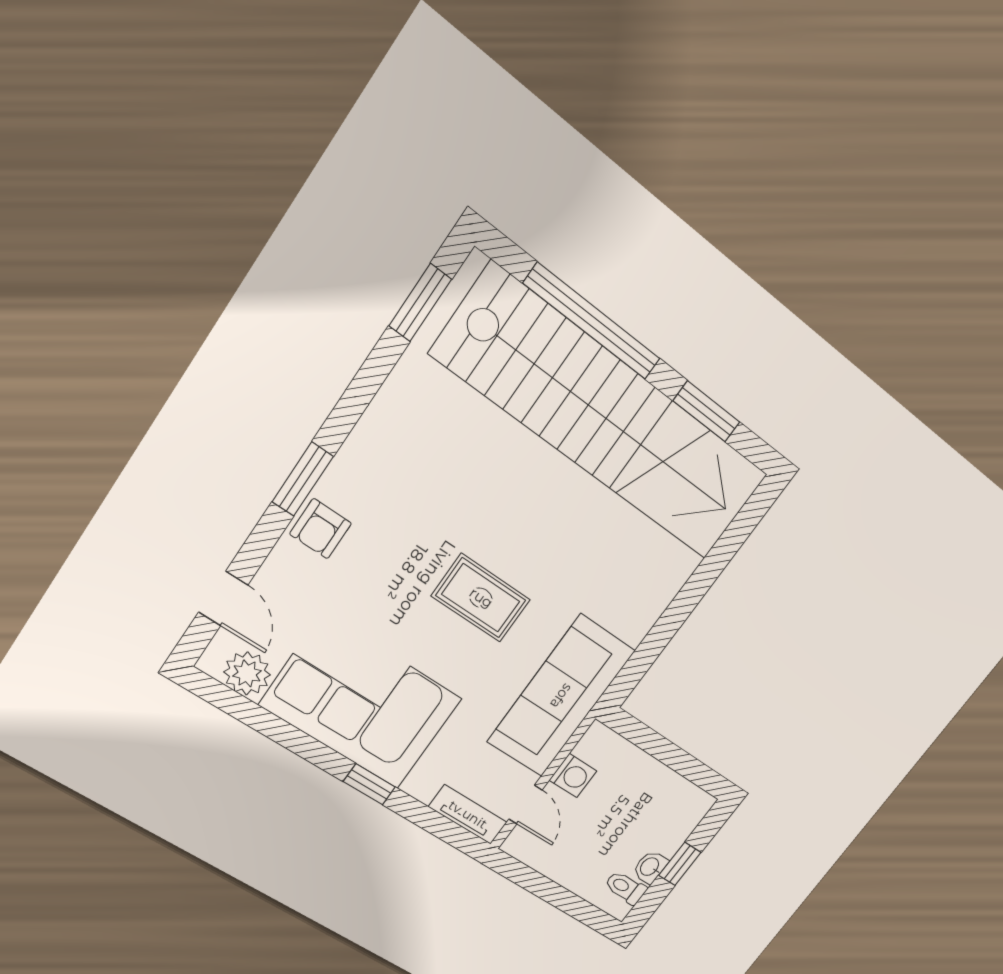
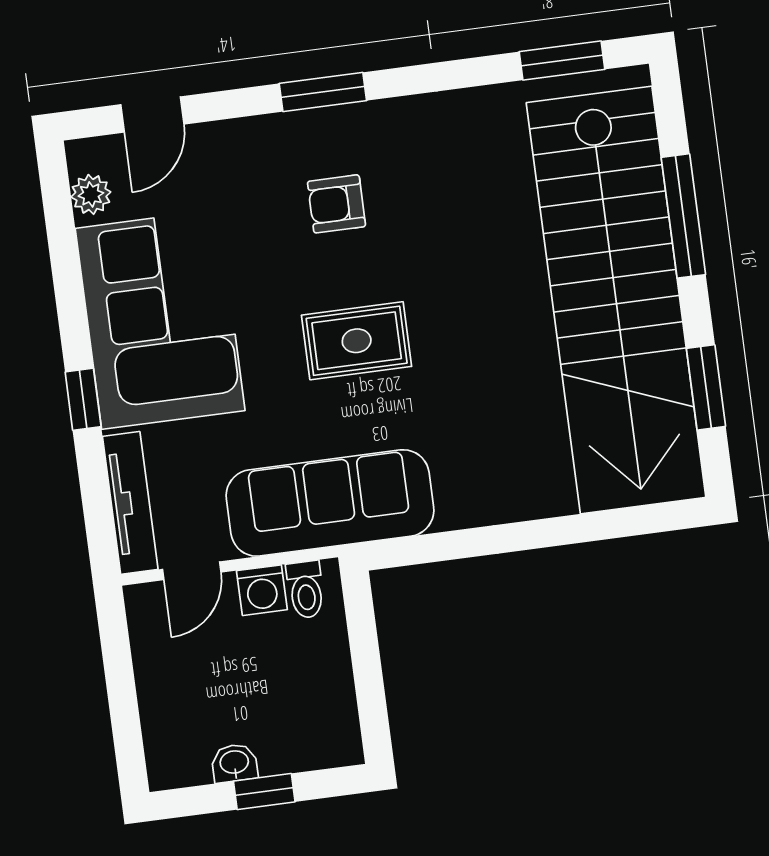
window: (592, 322) -> (683, 216), width x0.68
armchair: (320, 529) -> (336, 204), moved
rug: (481, 598) -> (357, 341), turned 90
plant: (247, 673) -> (91, 194), width x0.73, depth x0.73
tv unit: (468, 815) -> (130, 503), width x1.41
toilet: (625, 888) -> (306, 590), moved, turned 180

